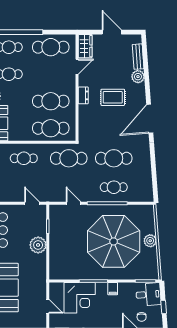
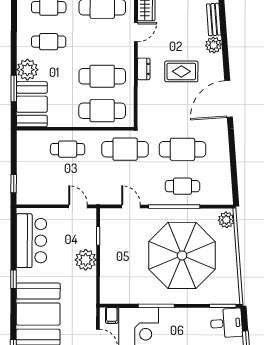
plant: (150, 241) -> (226, 220), moved
filing cabinet: (113, 289) -> (112, 315), moved

